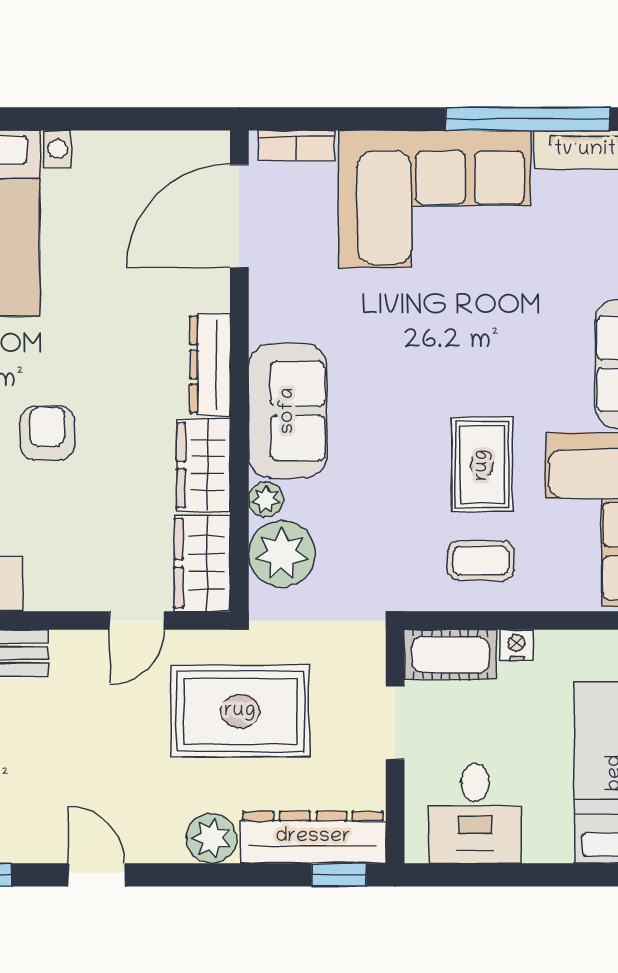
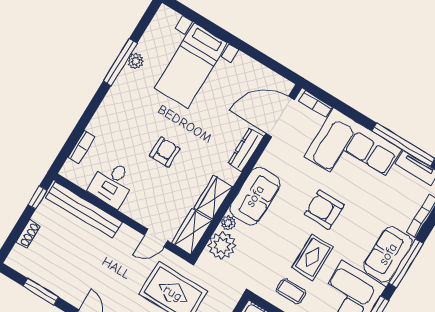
armchair: (446, 352) -> (324, 210), added
dresser: (210, 364) -> (246, 150), moved

